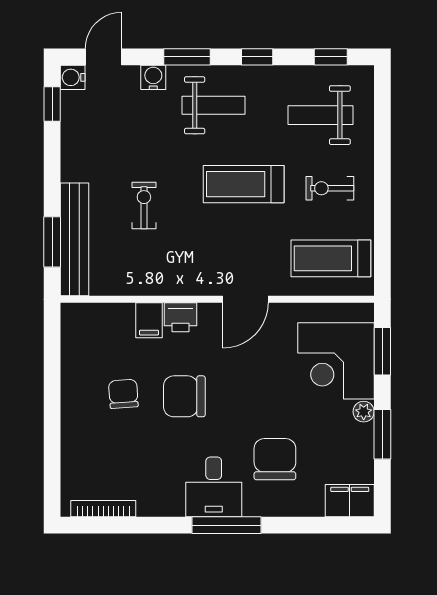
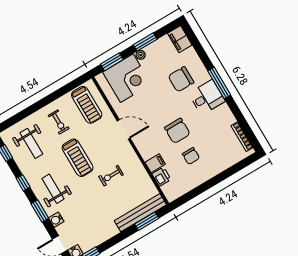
exercise bike: (144, 205) -> (111, 176), moved
printer: (181, 317) -> (161, 177), moved
chair: (123, 394) -> (191, 156), turned -86

